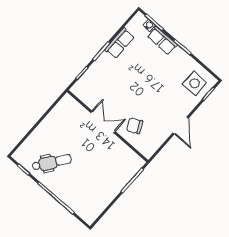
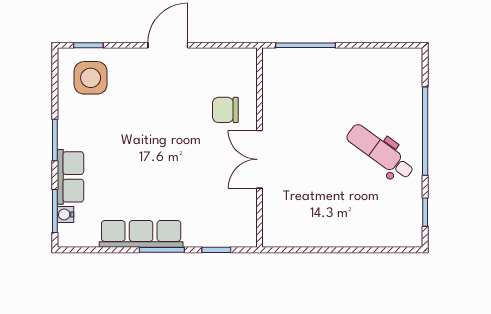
row of seats: (119, 43) -> (141, 234), width x1.48
chair: (135, 126) -> (225, 110), turned 116
dental chair: (52, 163) -> (380, 152), moved

